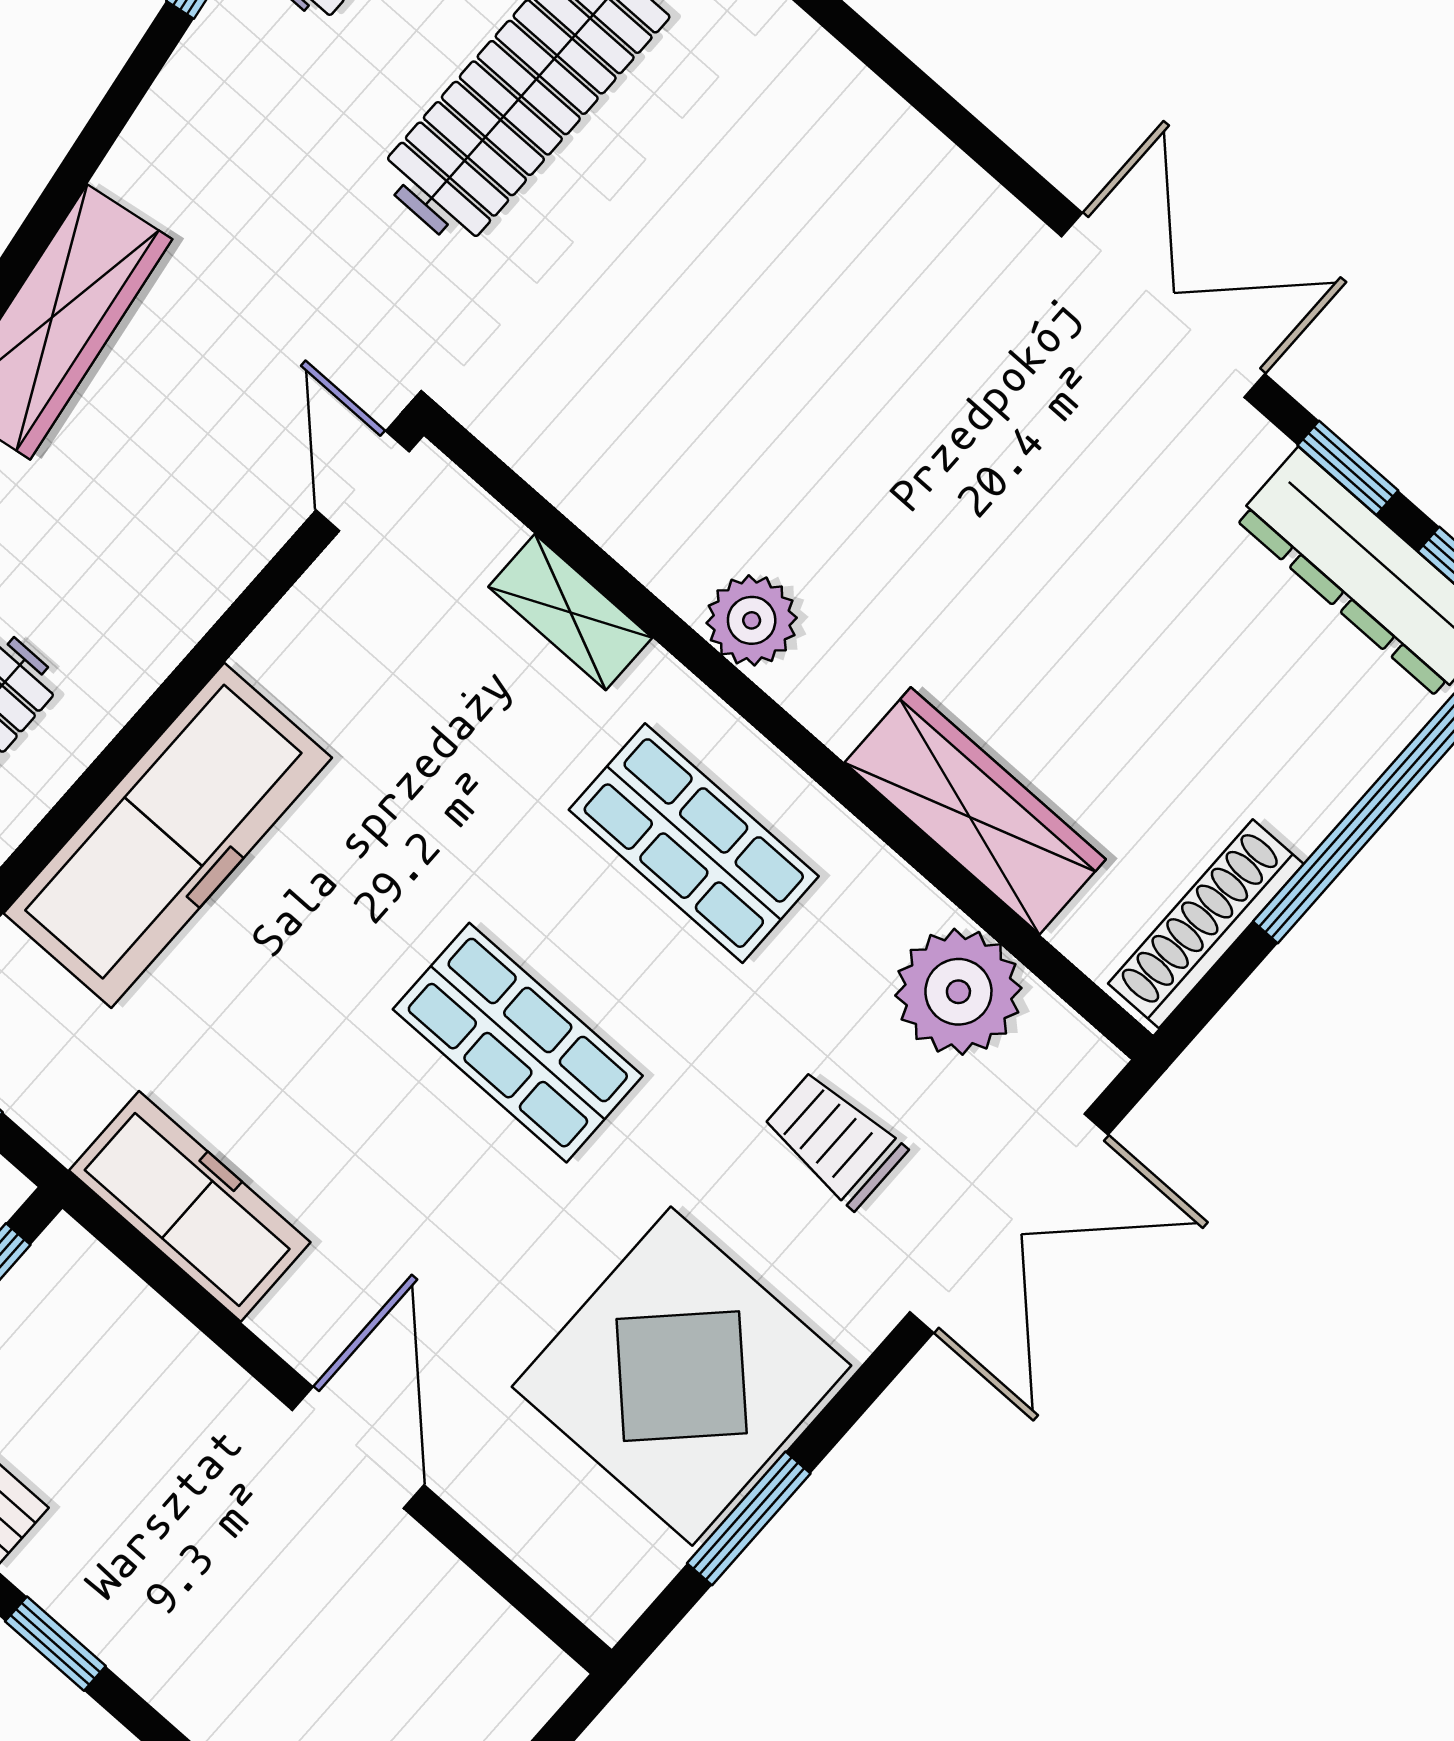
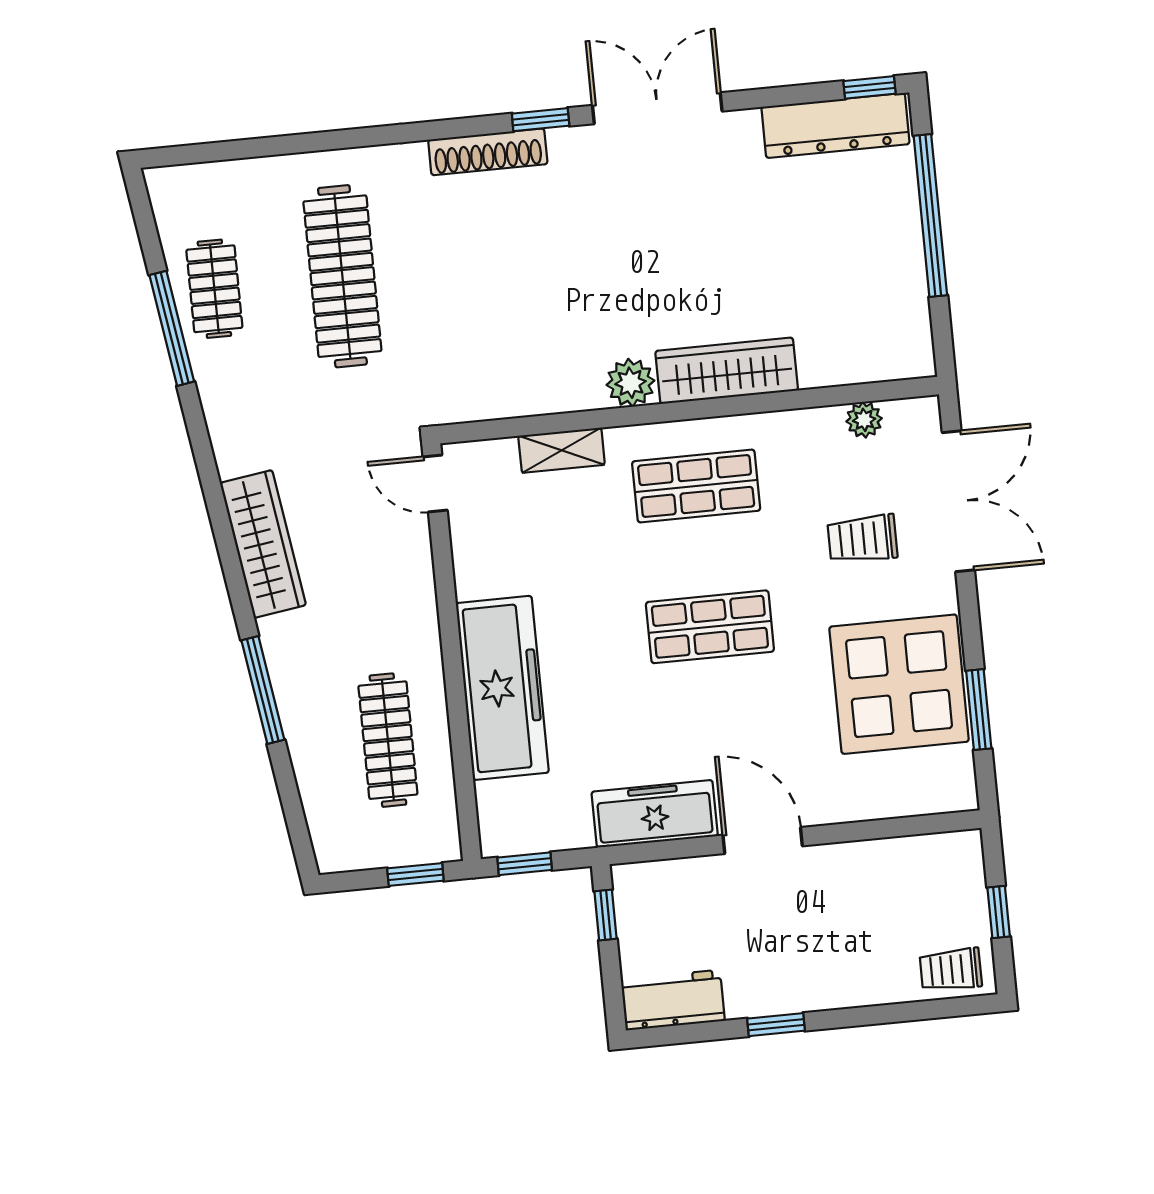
window: (1348, 468) -> (541, 120), moved
wardrobe: (975, 811) -> (727, 371), moved
shoe rack: (1206, 924) -> (488, 152), moved, turned -90
plant: (958, 992) -> (864, 420), width x0.53, depth x0.53
door: (358, 1448) -> (763, 840), moved

